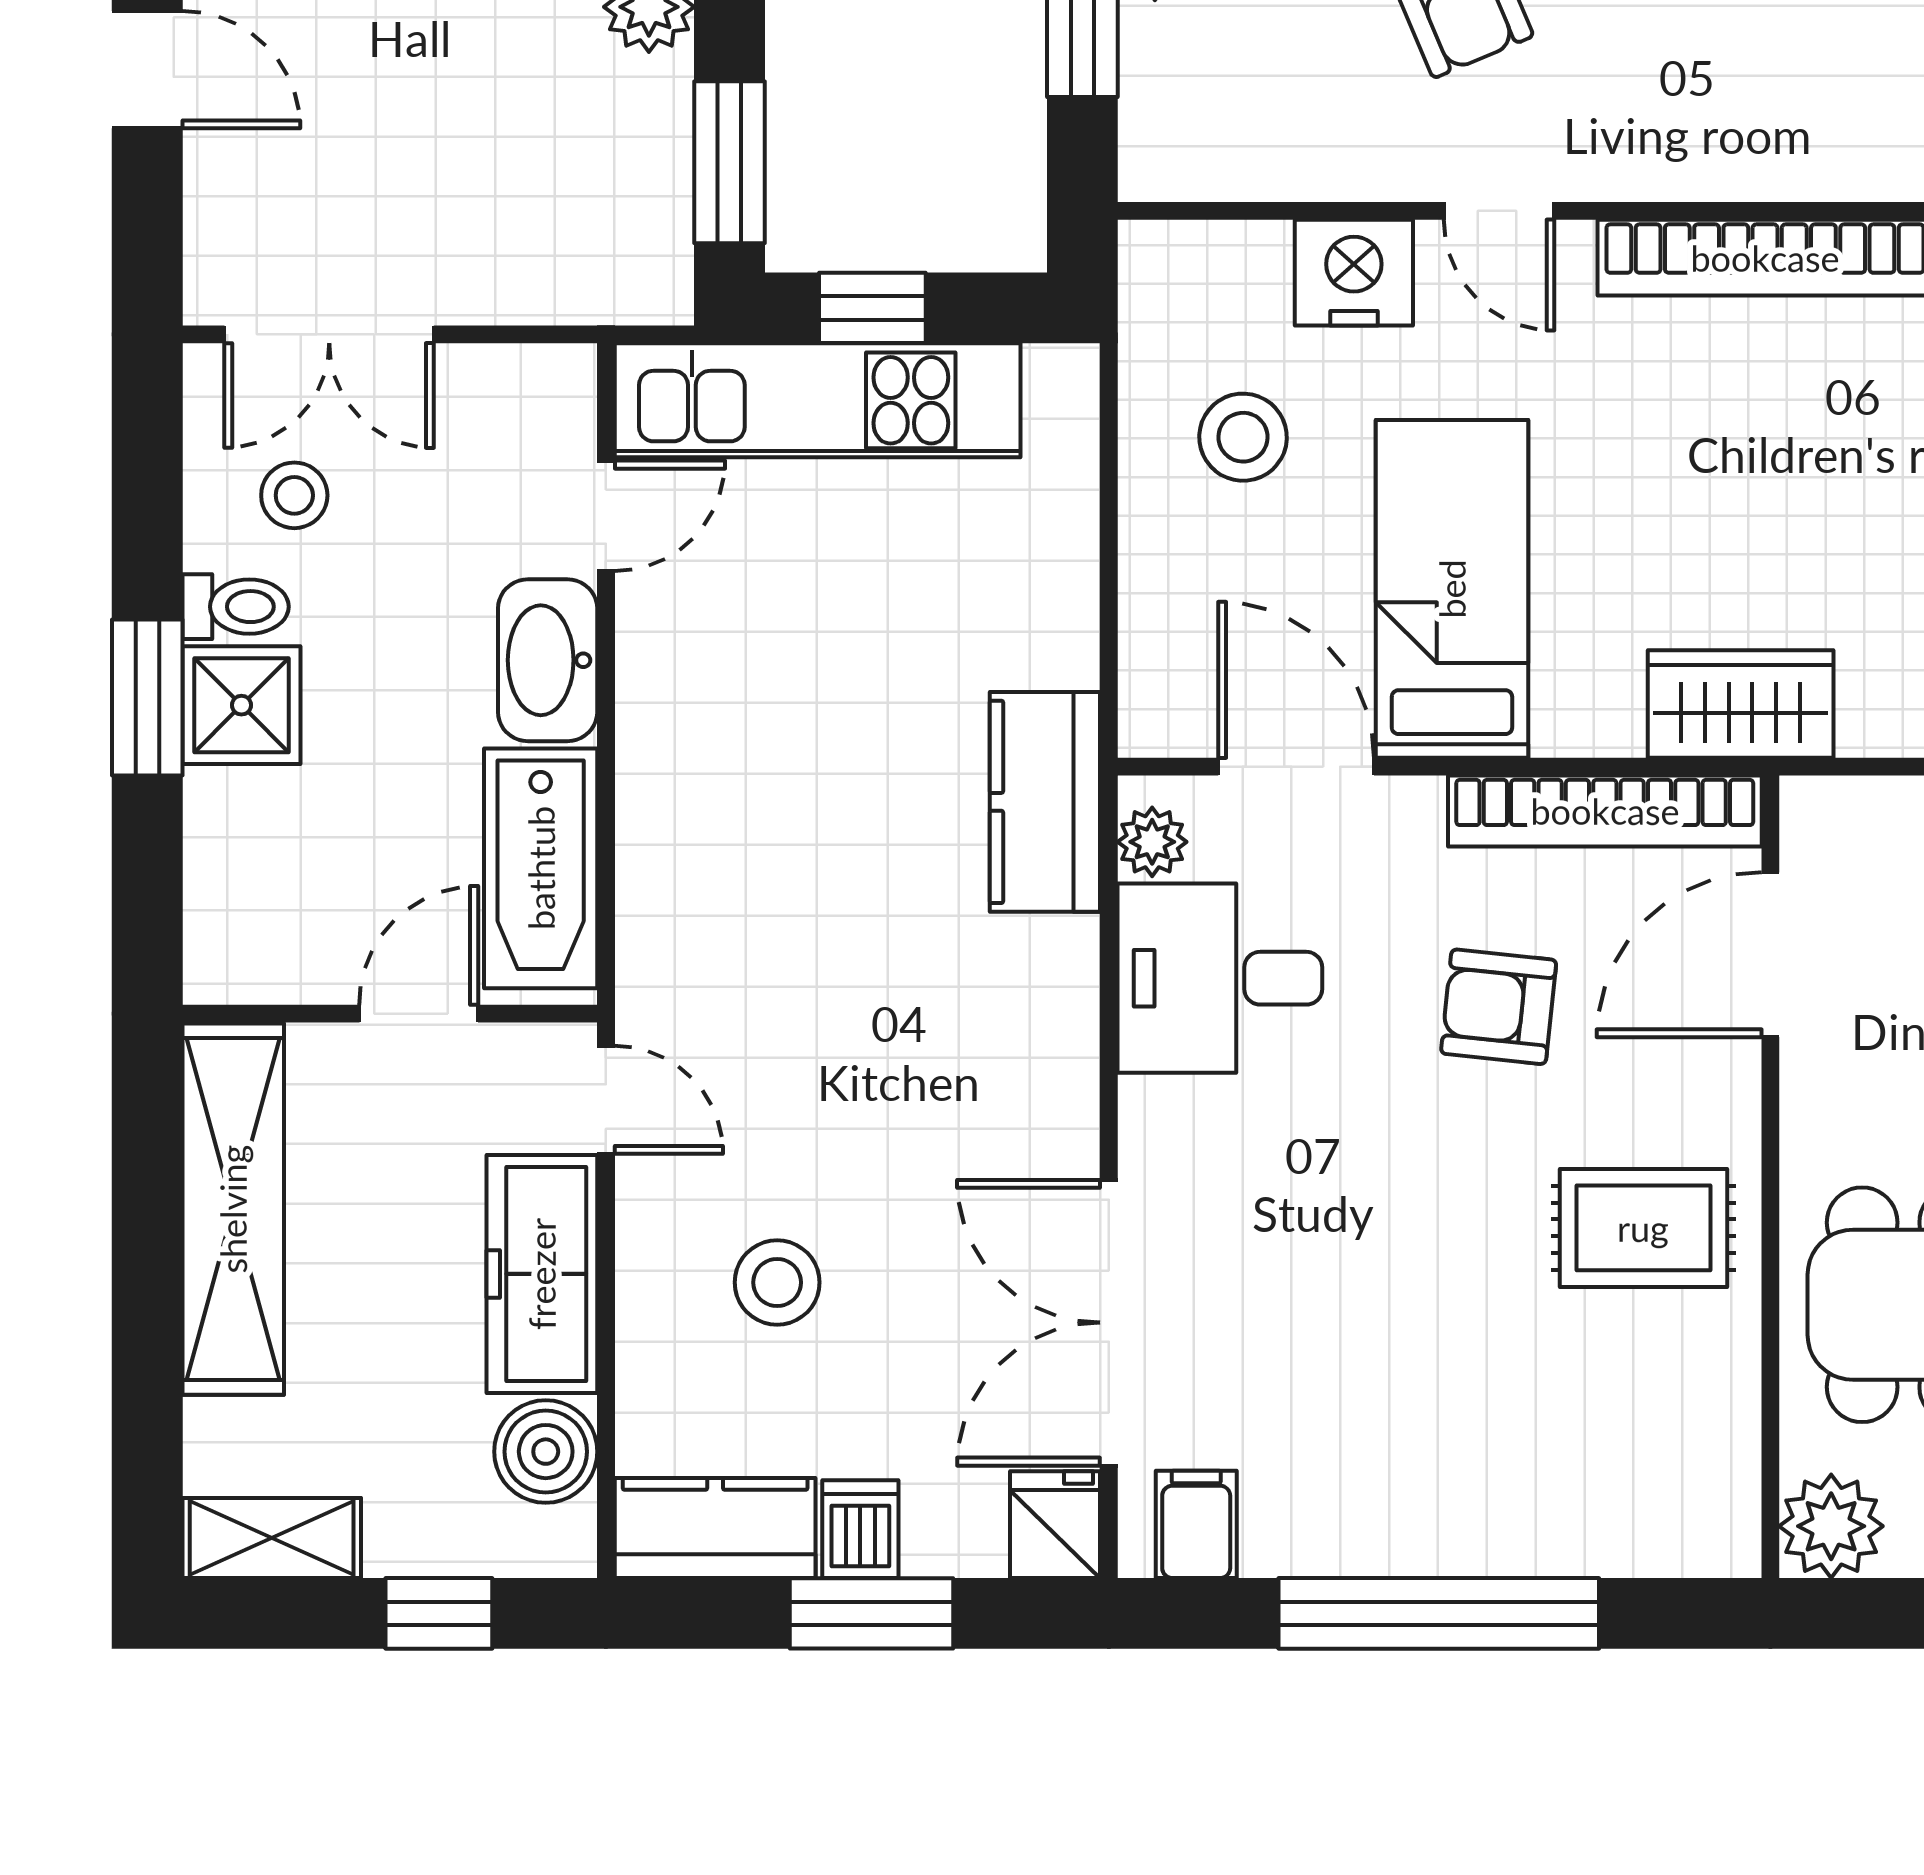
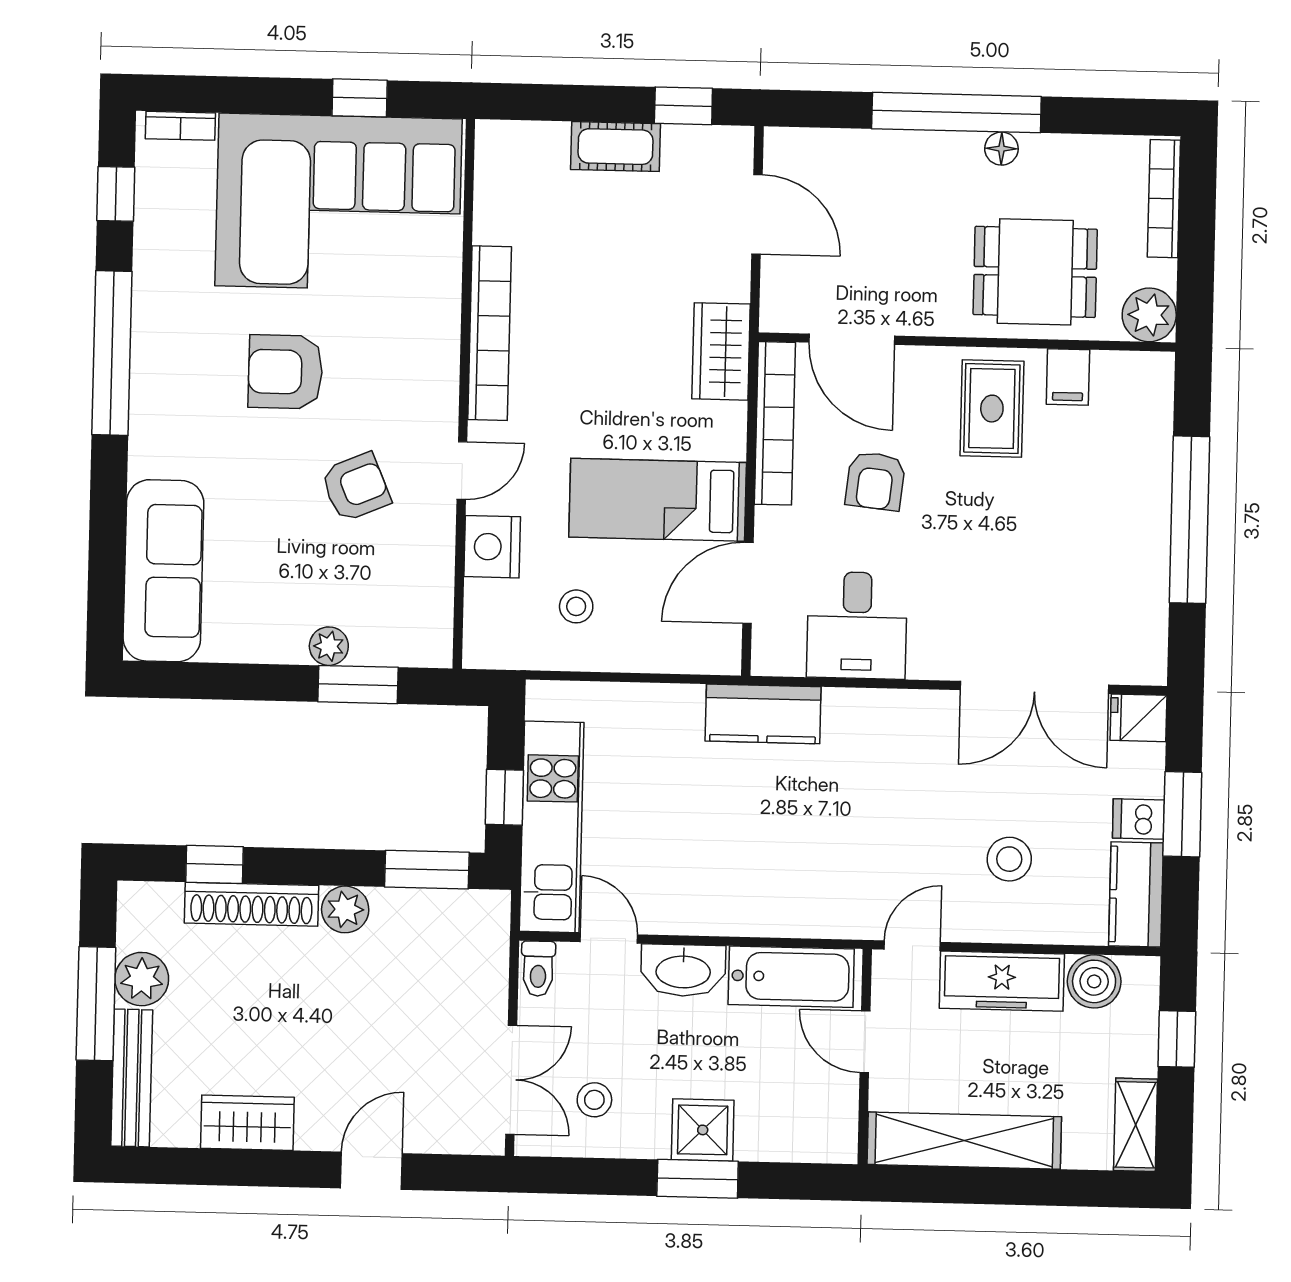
stool: (1243, 437) -> (576, 606), width x0.73, depth x0.73
toilet: (236, 607) -> (538, 969), moved, turned 180
plant: (1152, 842) -> (785, 659), removed
filing cabinet: (1196, 1524) -> (1068, 377), moved, turned -90

